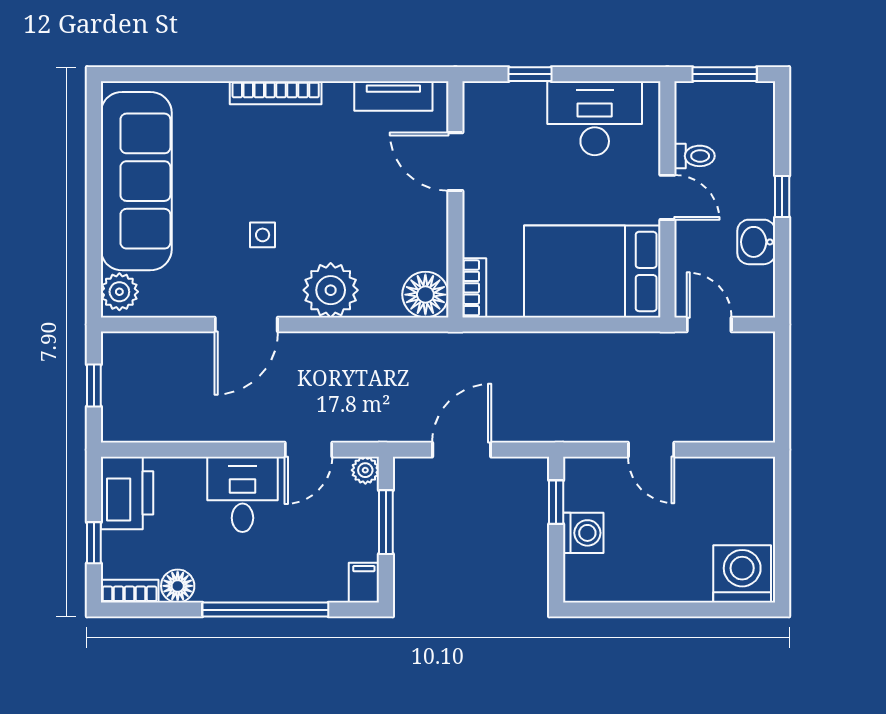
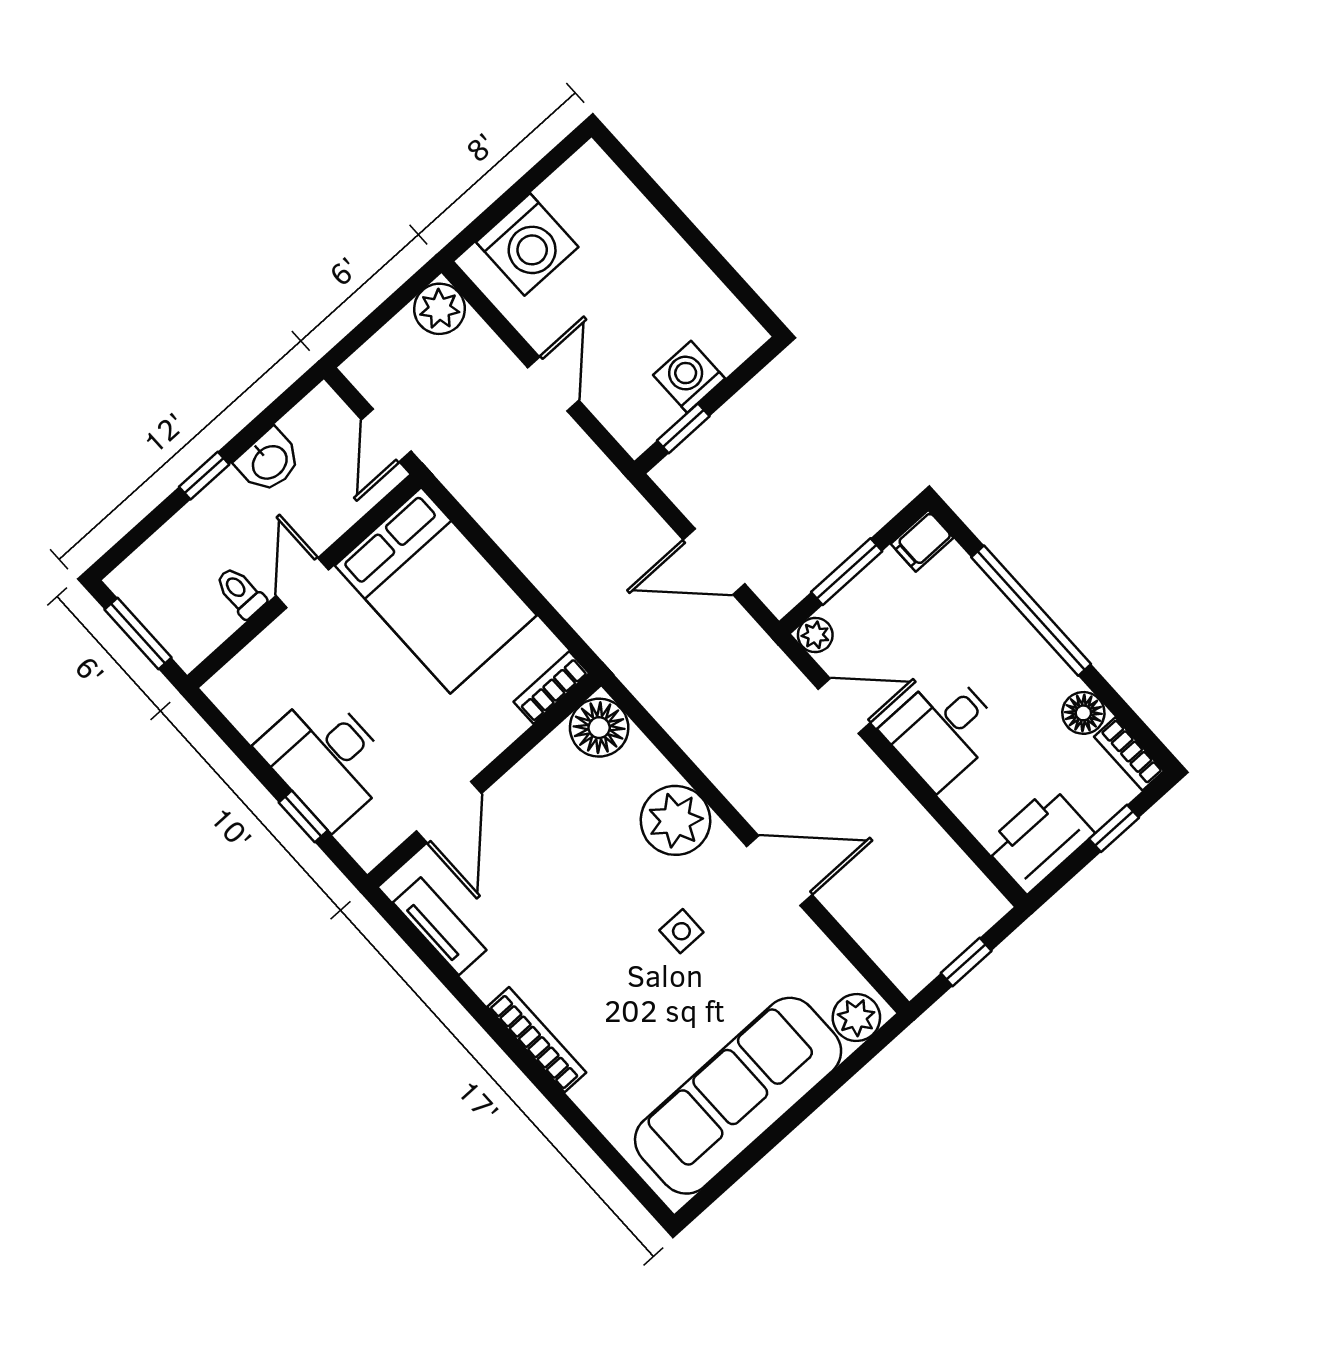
desk: (595, 118) -> (326, 759), moved
plant: (755, 423) -> (440, 309), added
washing machine: (742, 574) -> (527, 245), moved, turned -90

